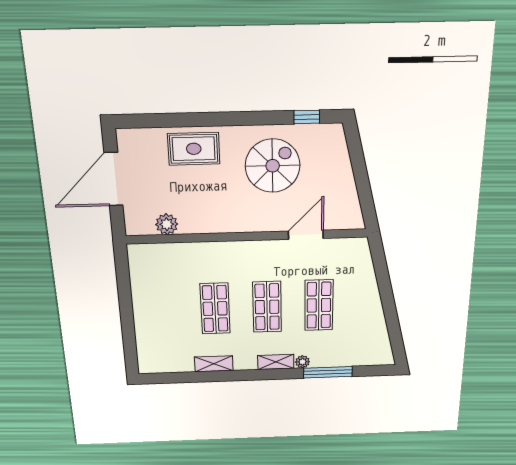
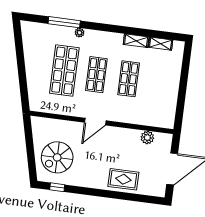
spiral stairs: (273, 166) -> (57, 157), moved
door: (306, 235) -> (95, 122), moved
shop shelf: (319, 305) -> (64, 70), width x1.43, depth x1.36
shelving: (276, 362) -> (161, 44), moved

